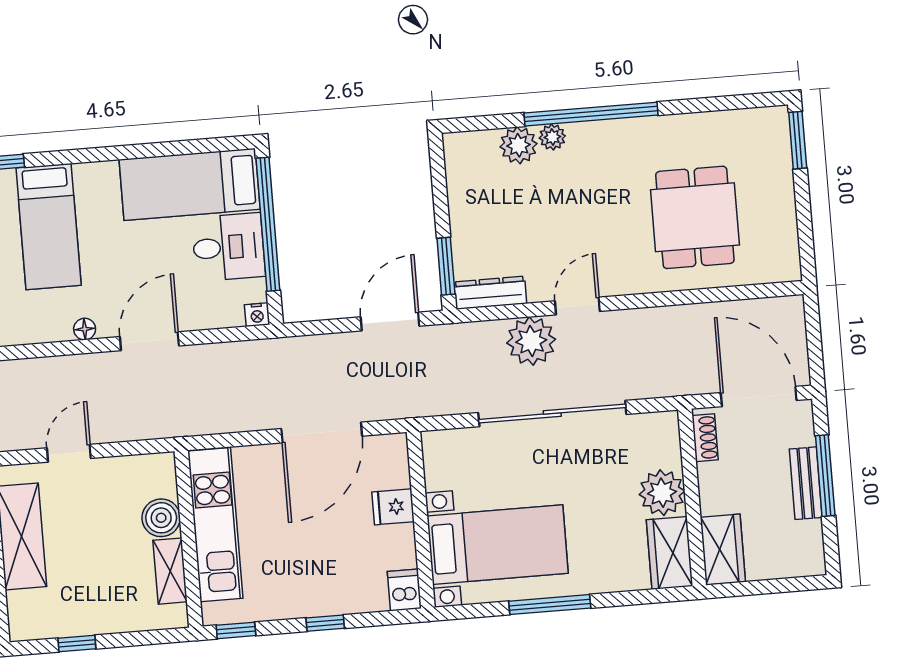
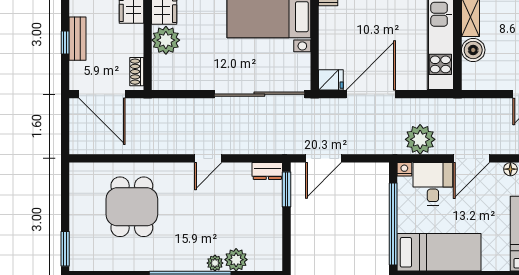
desk: (228, 247) -> (433, 184), moved, turned 90
dresser: (490, 293) -> (267, 171), width x0.70
plant: (531, 341) -> (420, 139), moved
sliding door: (552, 413) -> (259, 94), moved
window: (825, 476) -> (65, 42), width x0.46
fridge: (393, 507) -> (331, 80), moved

